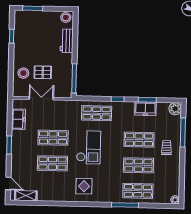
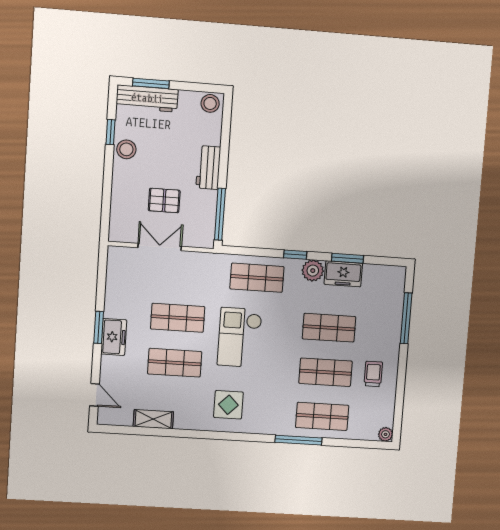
workbench: (31, 17) -> (147, 98), added
workbench: (67, 41) -> (208, 168), moved
stool: (23, 73) -> (126, 149), moved
plant: (175, 109) -> (313, 271), moved
freezer: (18, 119) -> (114, 337), moved
checkout: (89, 147) -> (240, 337), turned 180
trolley: (166, 148) -> (373, 374), moved
shelving: (26, 196) -> (153, 419), moved

